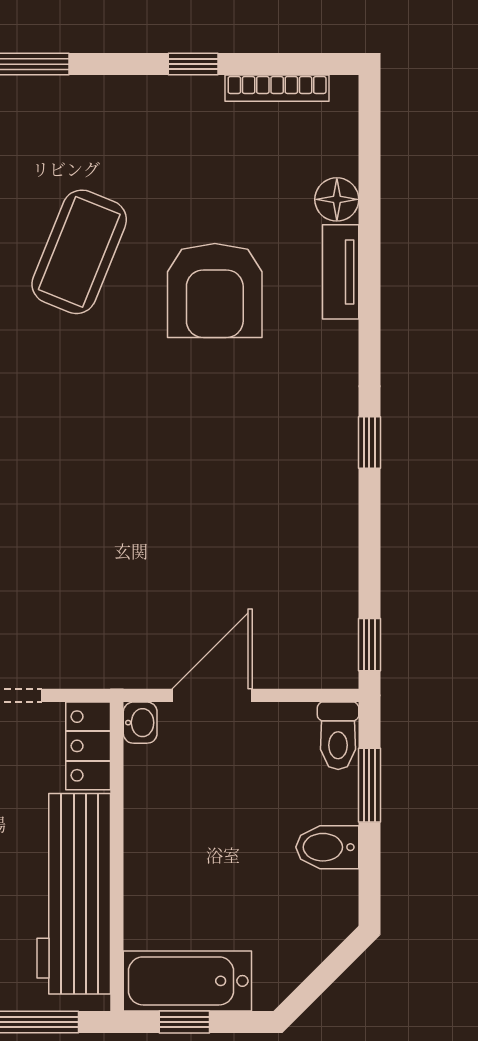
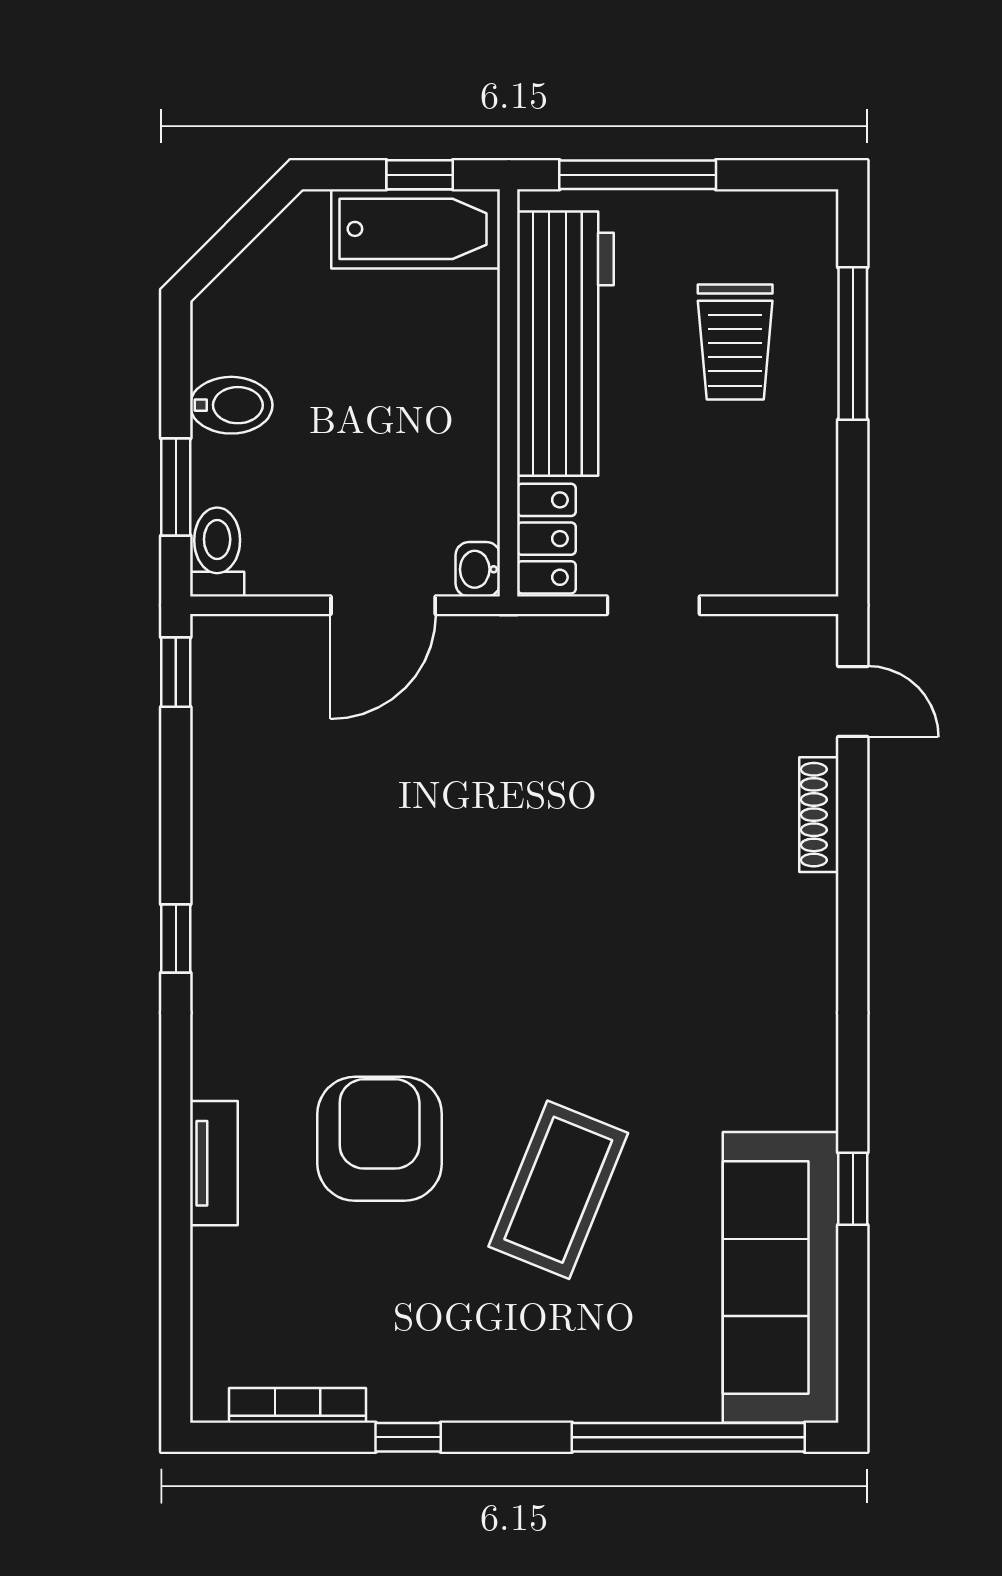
floor lamp: (337, 199) -> (219, 1259), removed

